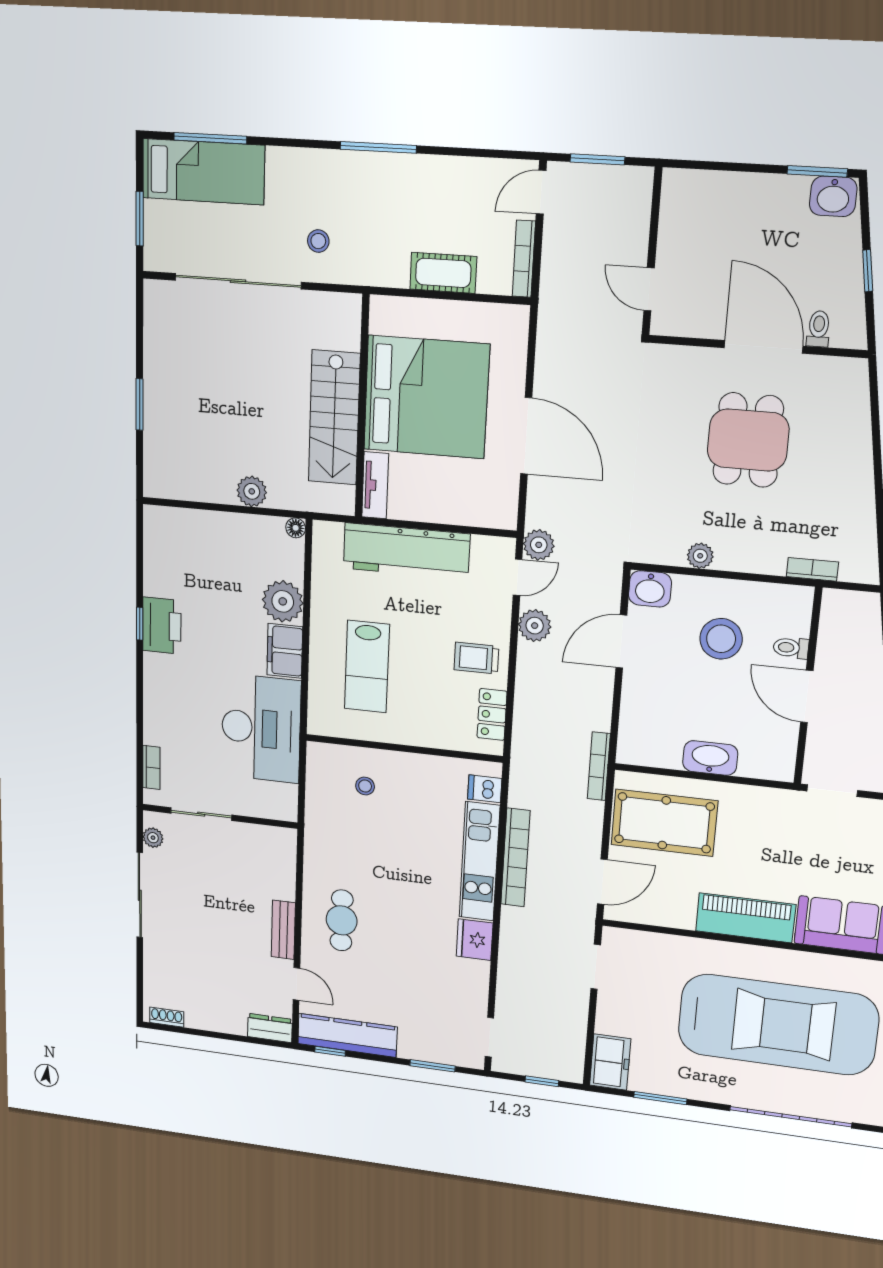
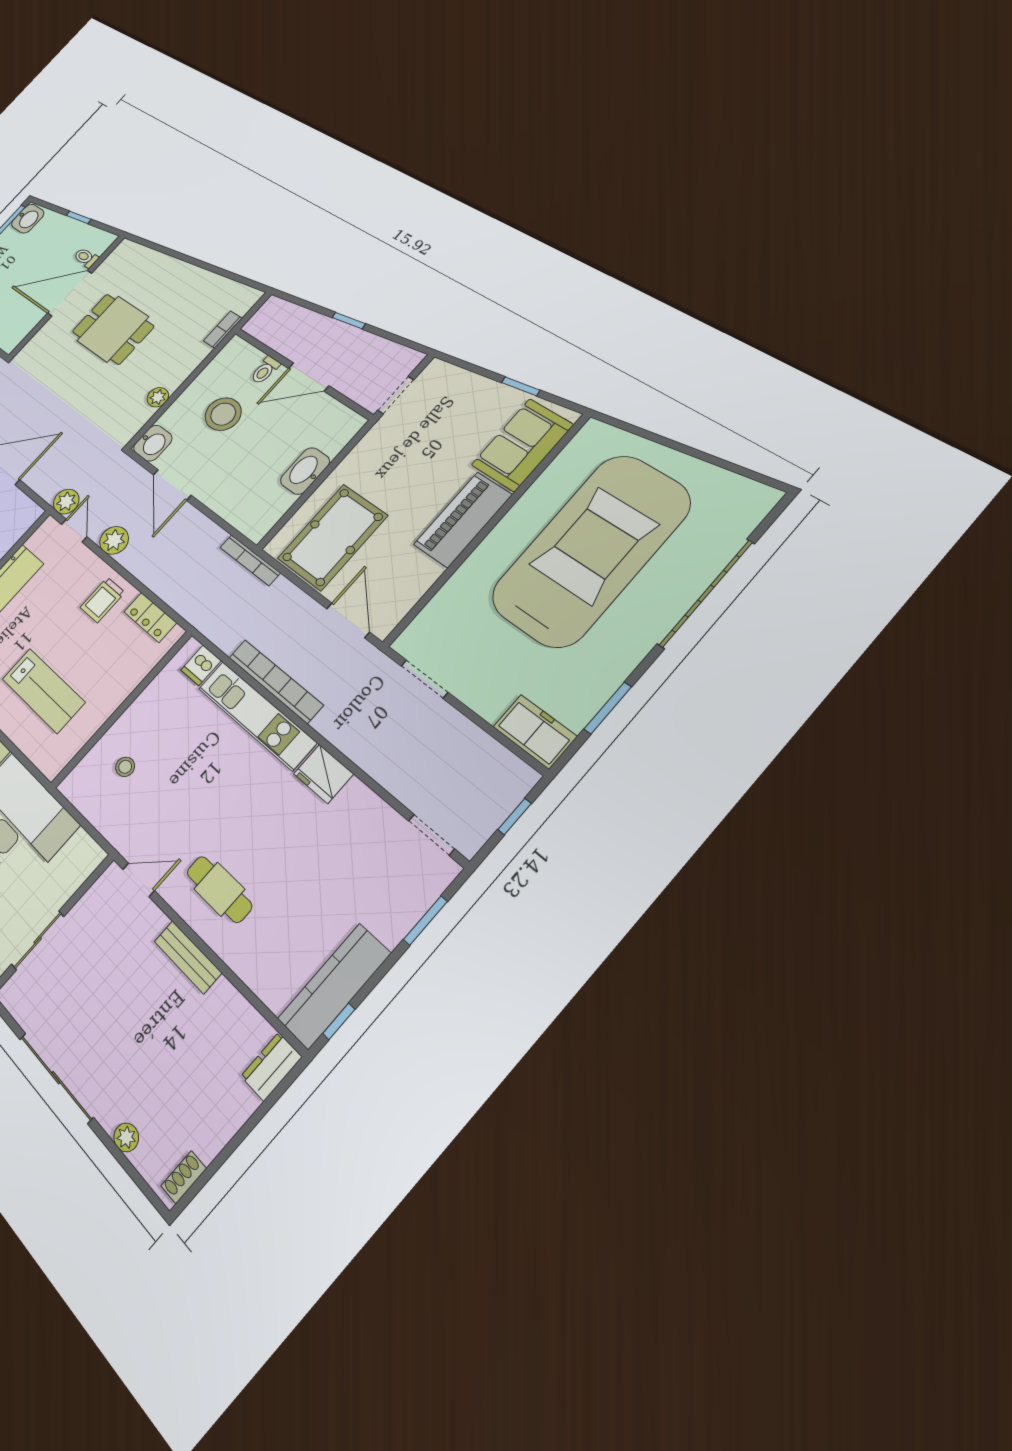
plant: (153, 838) -> (126, 1137), moved
door: (296, 984) -> (139, 880), moved

